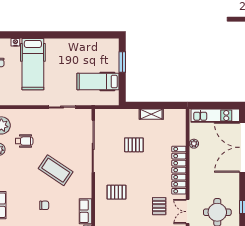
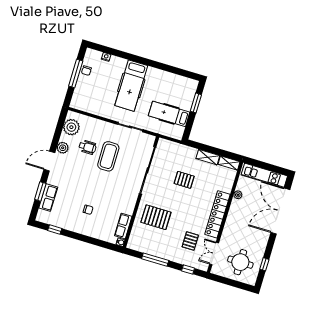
hospital bed: (33, 64) -> (131, 86), moved
shelving: (175, 114) -> (229, 163), added
coffee table: (56, 170) -> (108, 156), moved, turned 56
pallet: (116, 192) -> (156, 217), width x1.50, depth x1.42

